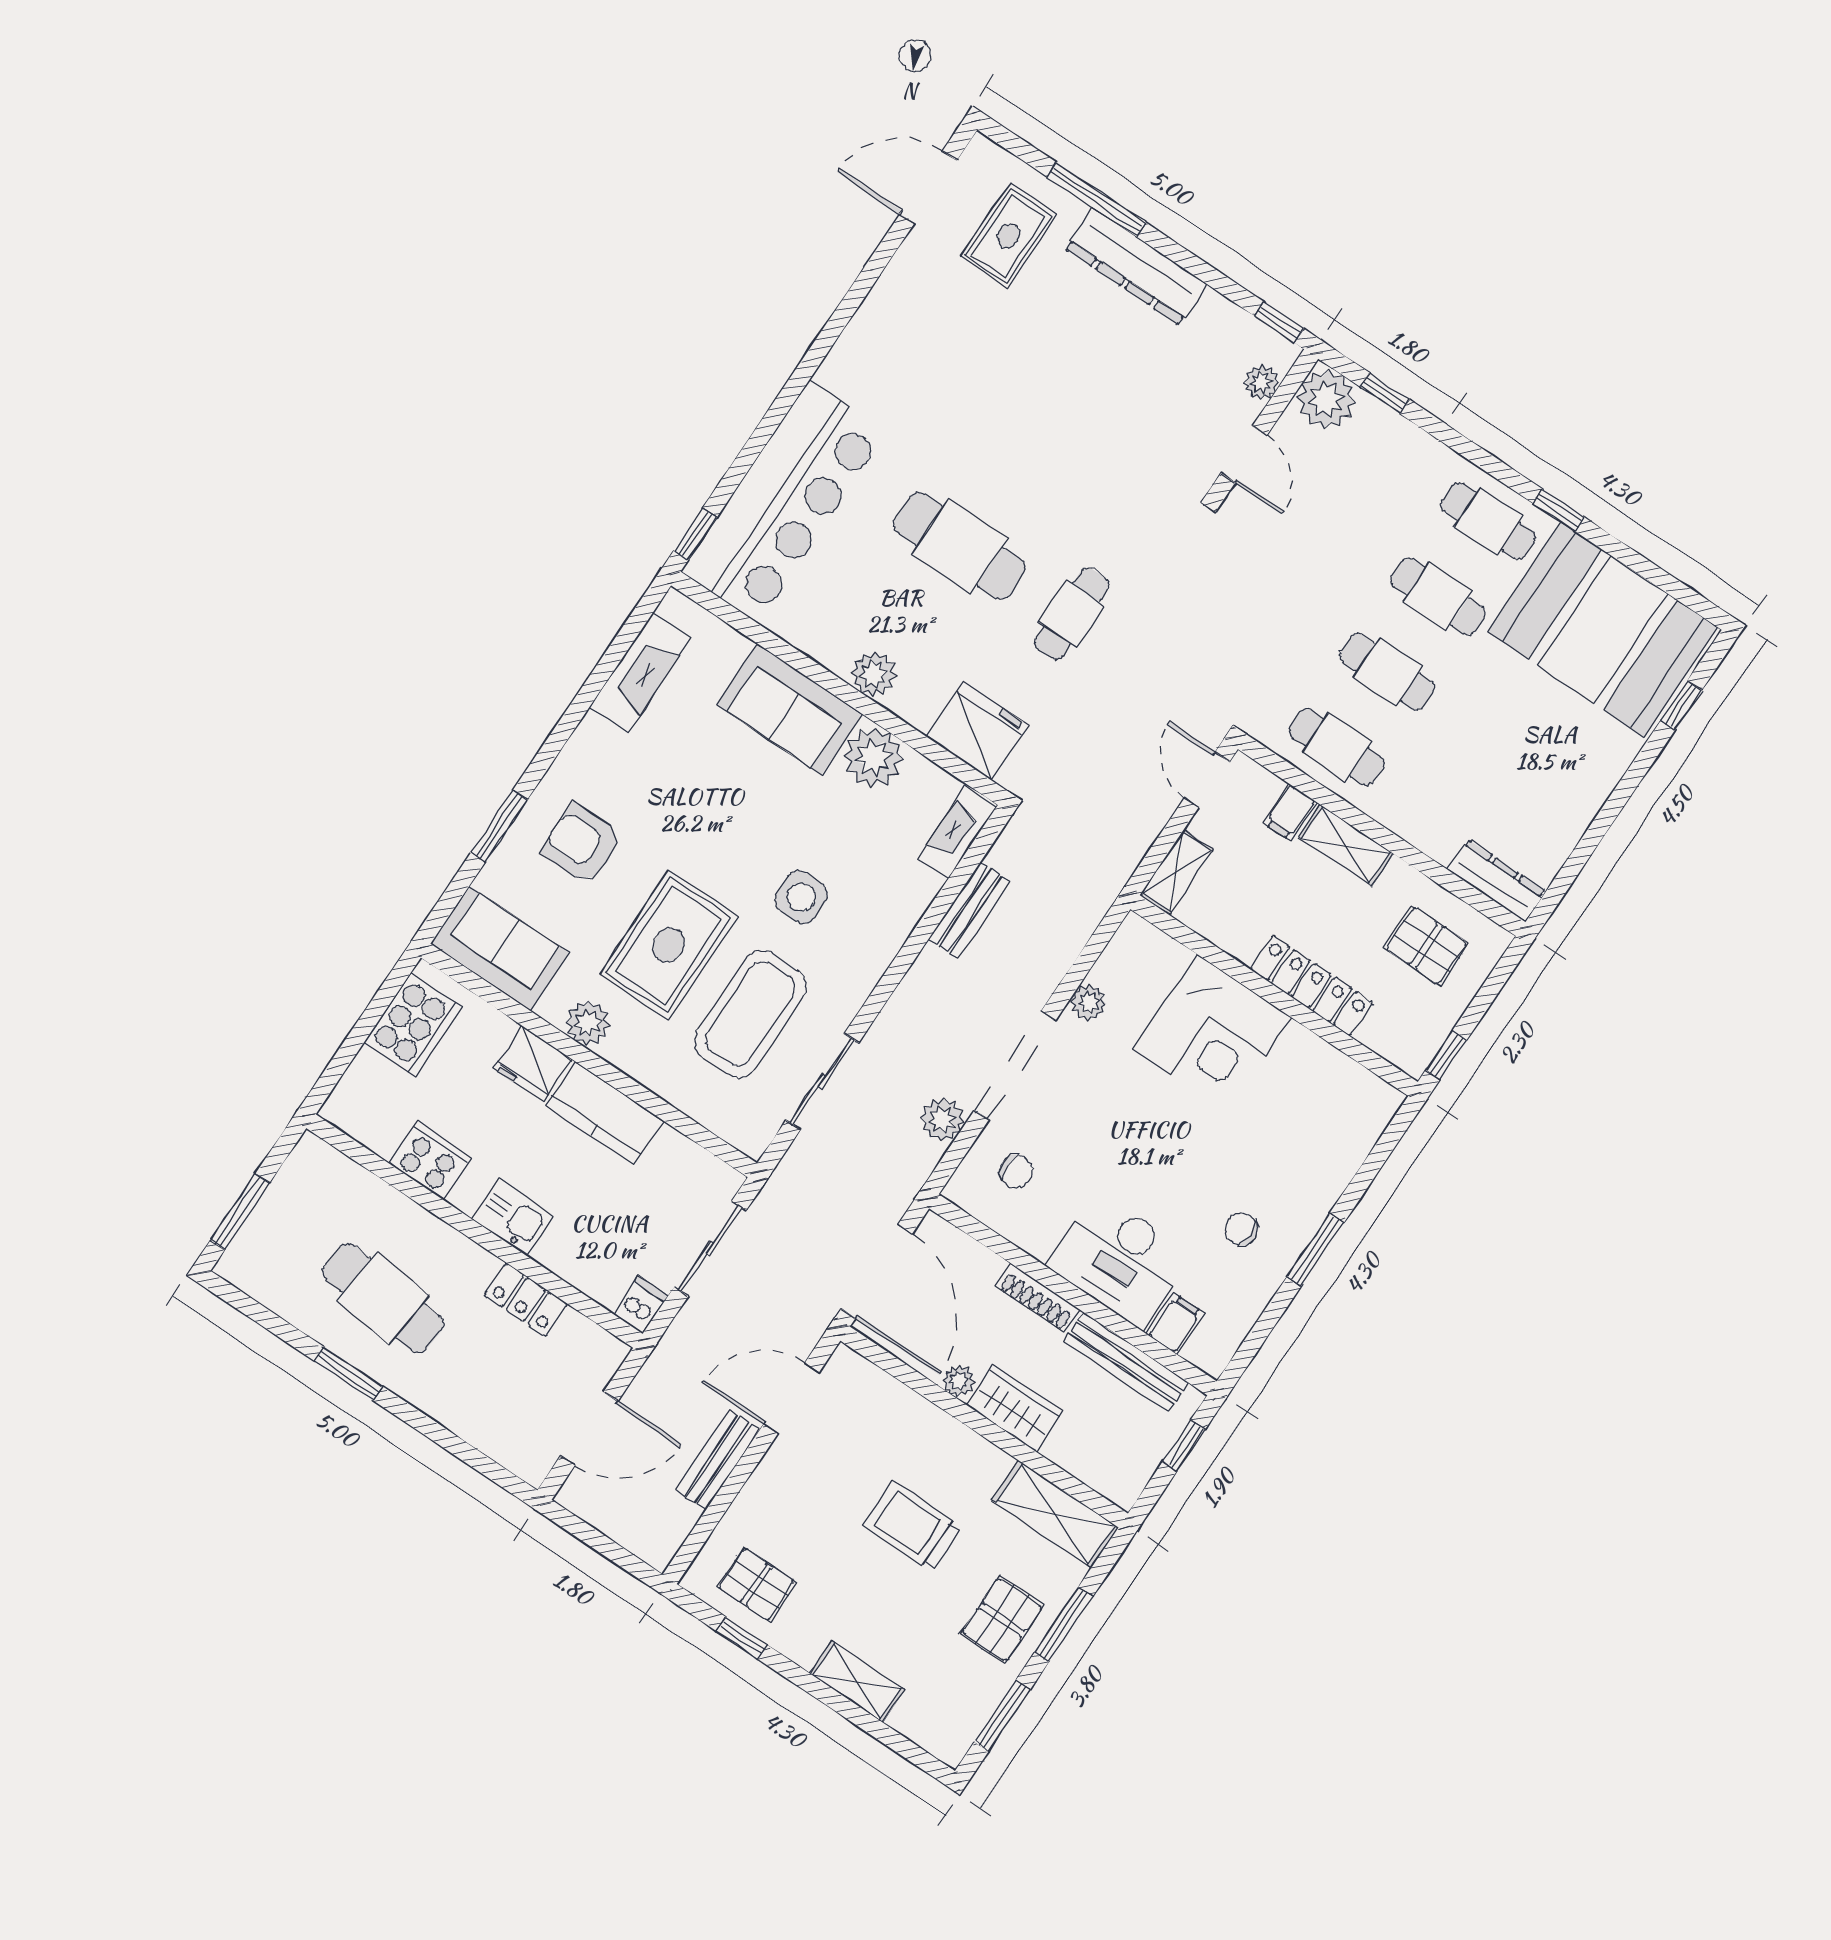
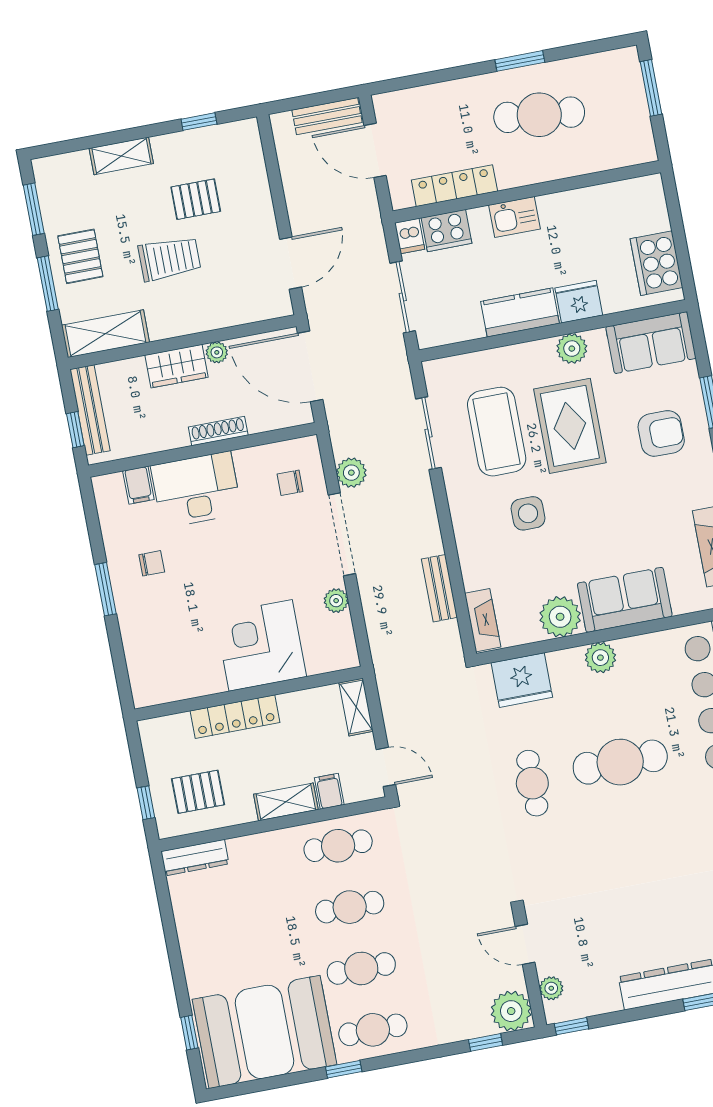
window: (1446, 1055) -> (146, 803), moved
cooker: (430, 1160) -> (446, 231), moved
locker: (526, 1300) -> (454, 186), width x1.53
bench: (1126, 1362) -> (90, 410), moved, turned 90
door: (589, 1429) -> (375, 150), hinge flipped
bench: (718, 1460) -> (327, 116), moved, turned 90
pallet: (756, 1584) -> (196, 199), moved

